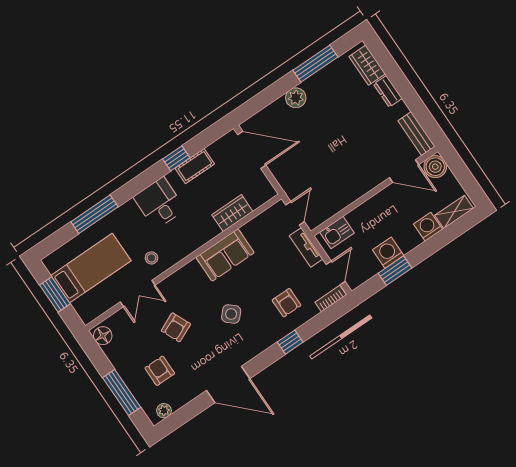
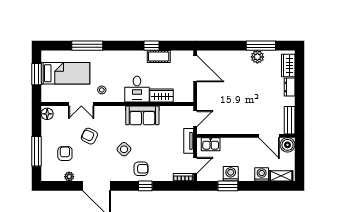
plant: (296, 98) -> (257, 57), moved
desk: (159, 203) -> (137, 89), moved, turned 180
armchair: (287, 303) -> (141, 169), moved, turned -90
armchair: (176, 327) -> (89, 136), turned 51
plant: (164, 411) -> (69, 177), moved

